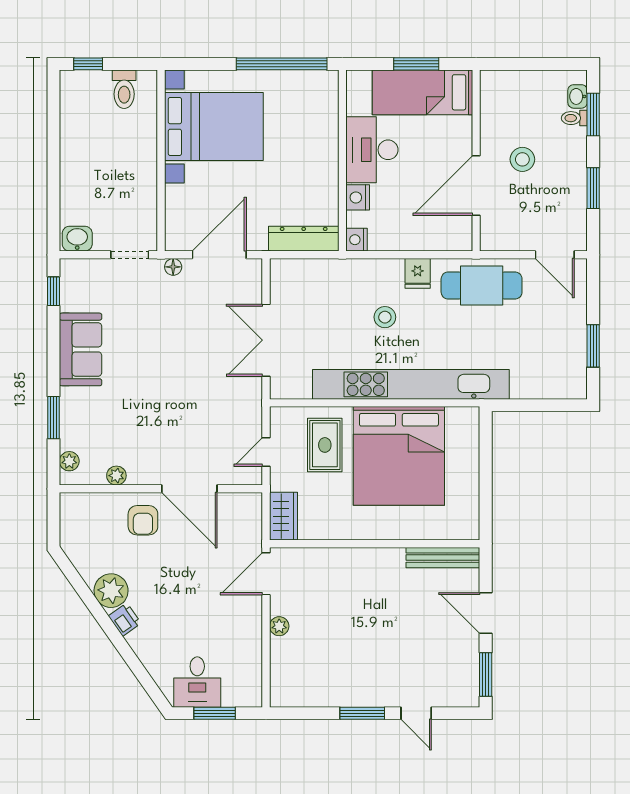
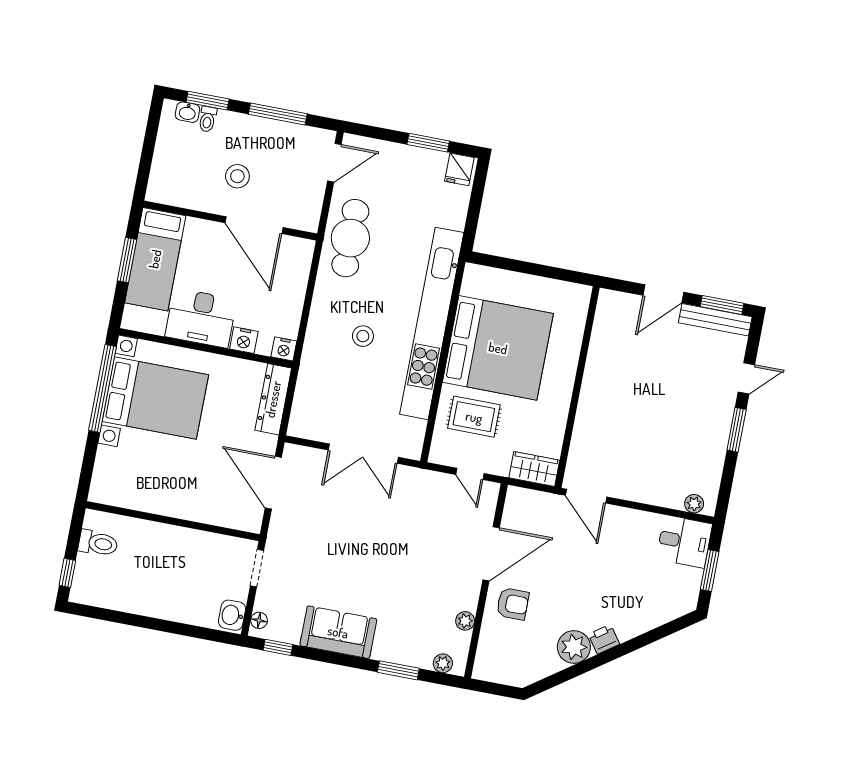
bed with nightstands: (214, 126) -> (155, 398), moved, turned 90
window: (593, 188) -> (278, 114), width x1.44
floor lamp: (173, 267) -> (259, 620), moved
fridge: (418, 273) -> (459, 169), moved, turned 90
bench: (443, 558) -> (715, 320), moved, turned 90
plant: (279, 626) -> (694, 504), moved
desk: (197, 682) -> (684, 542), moved

